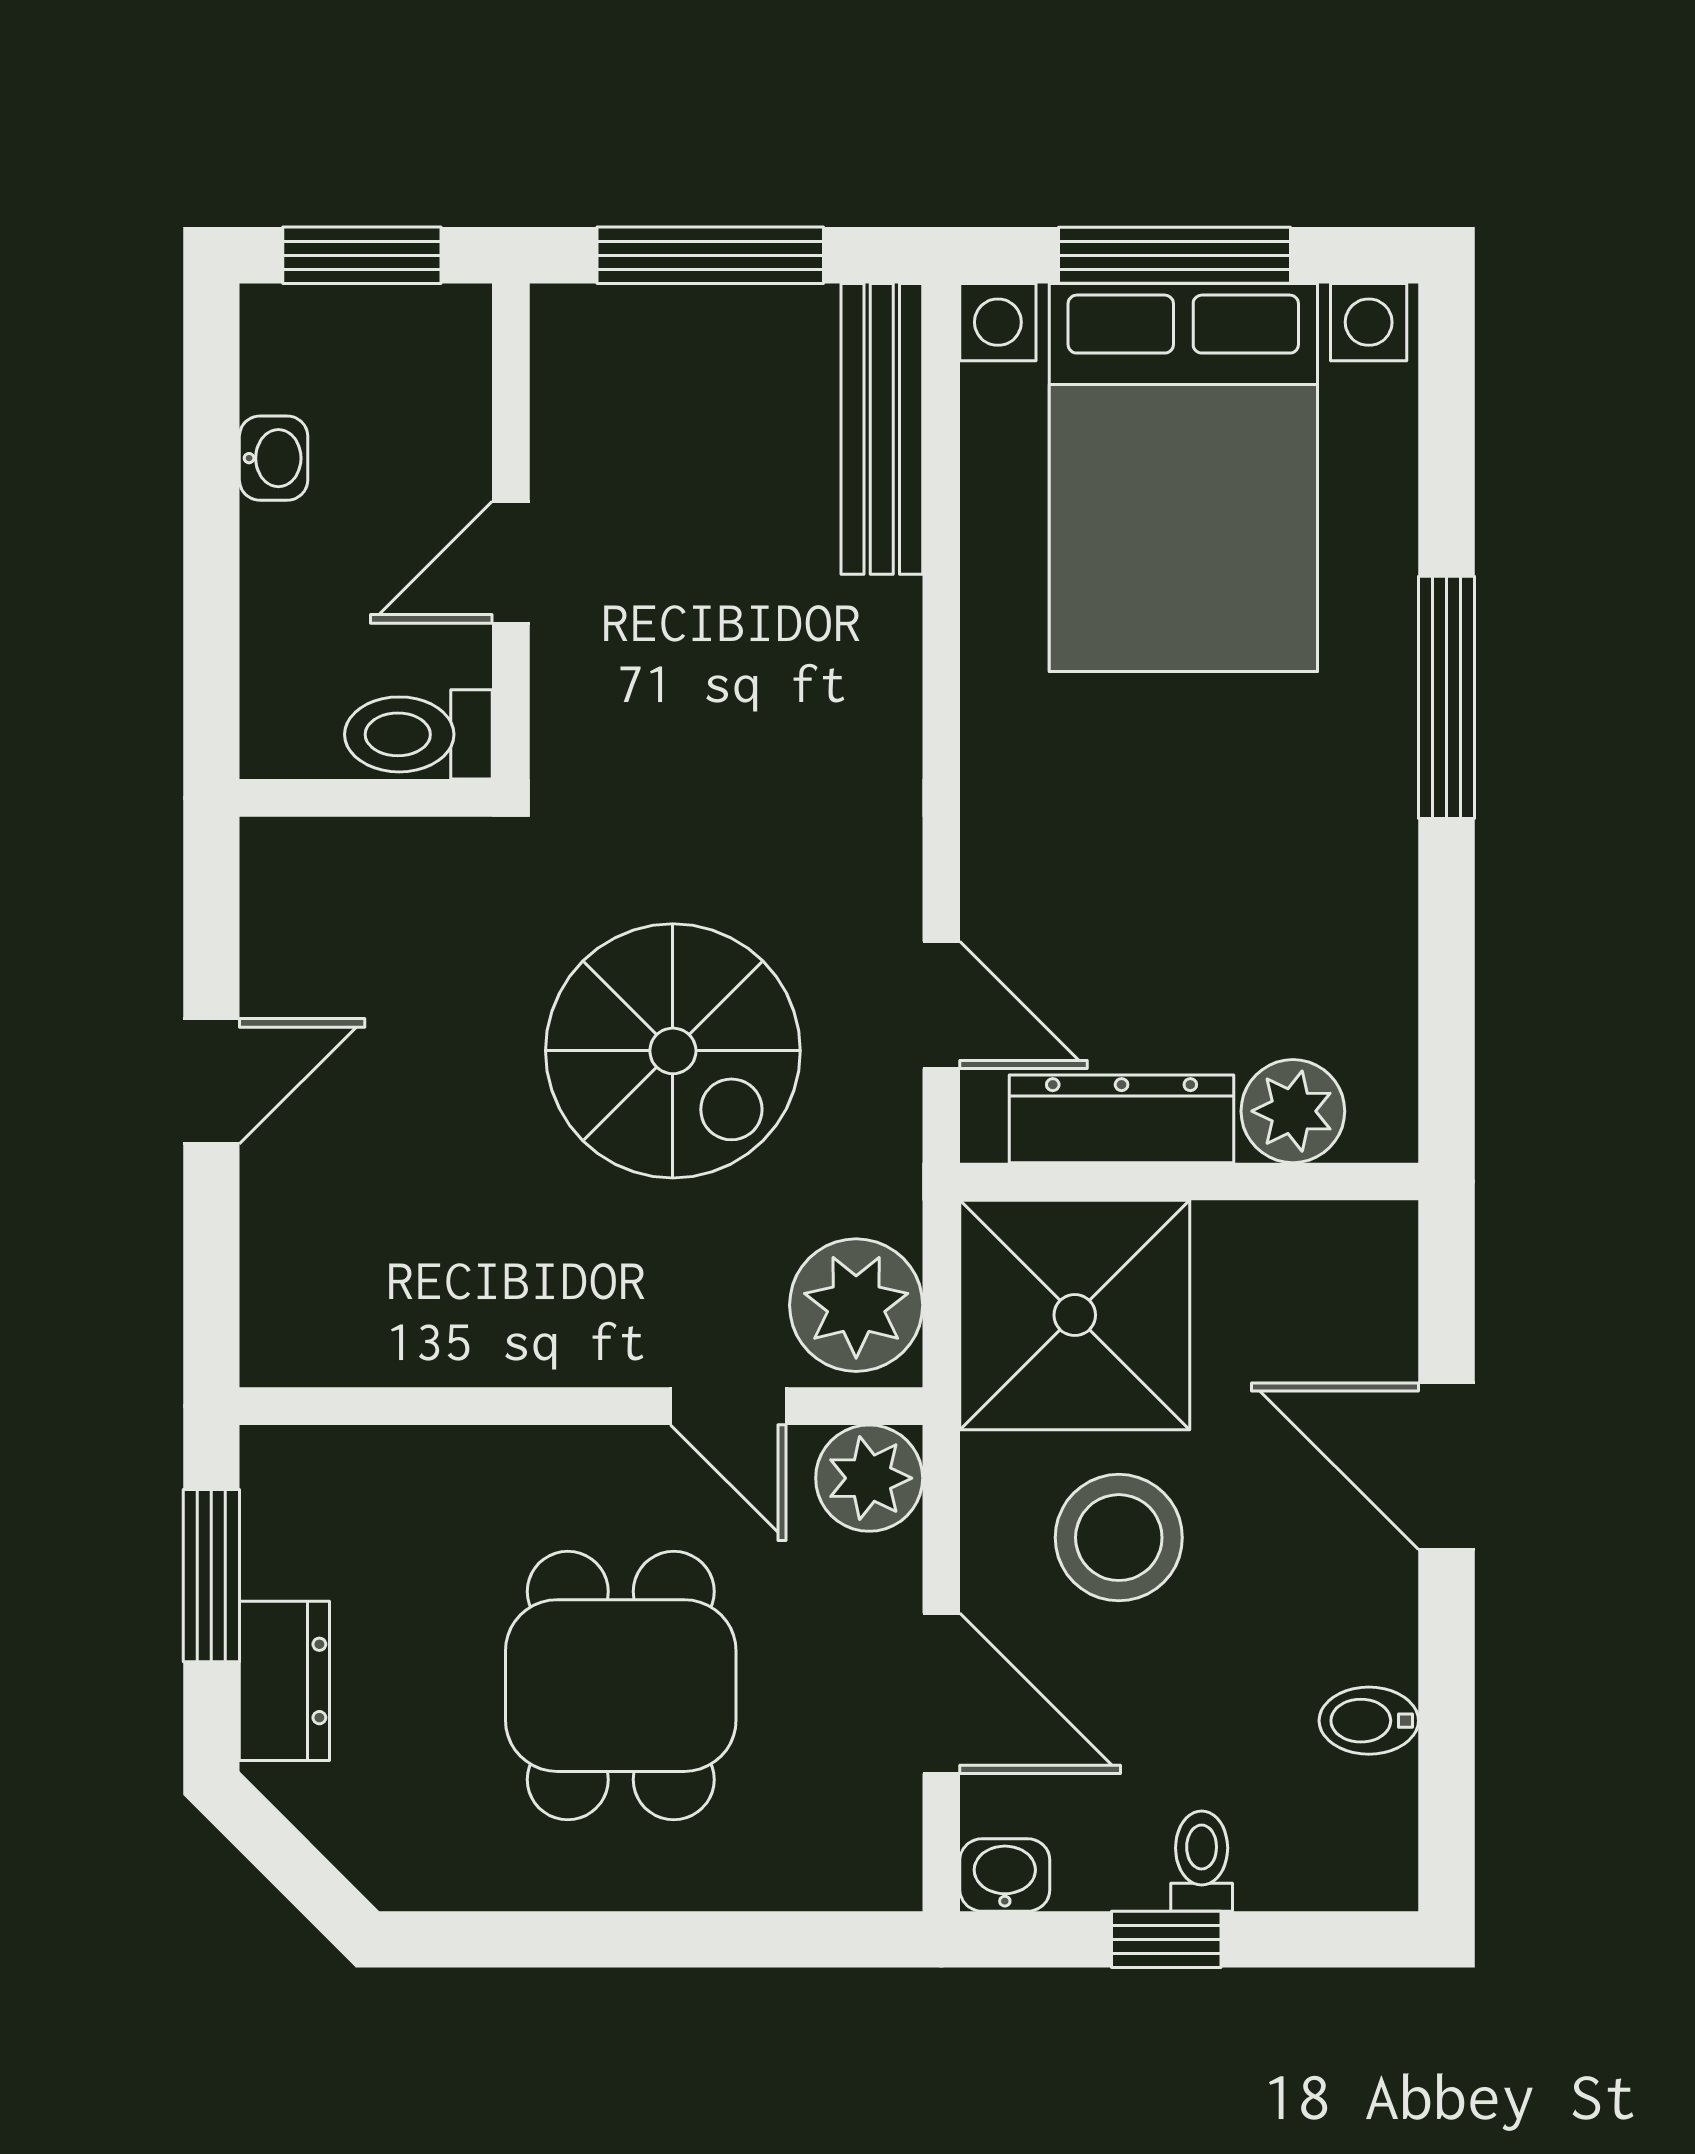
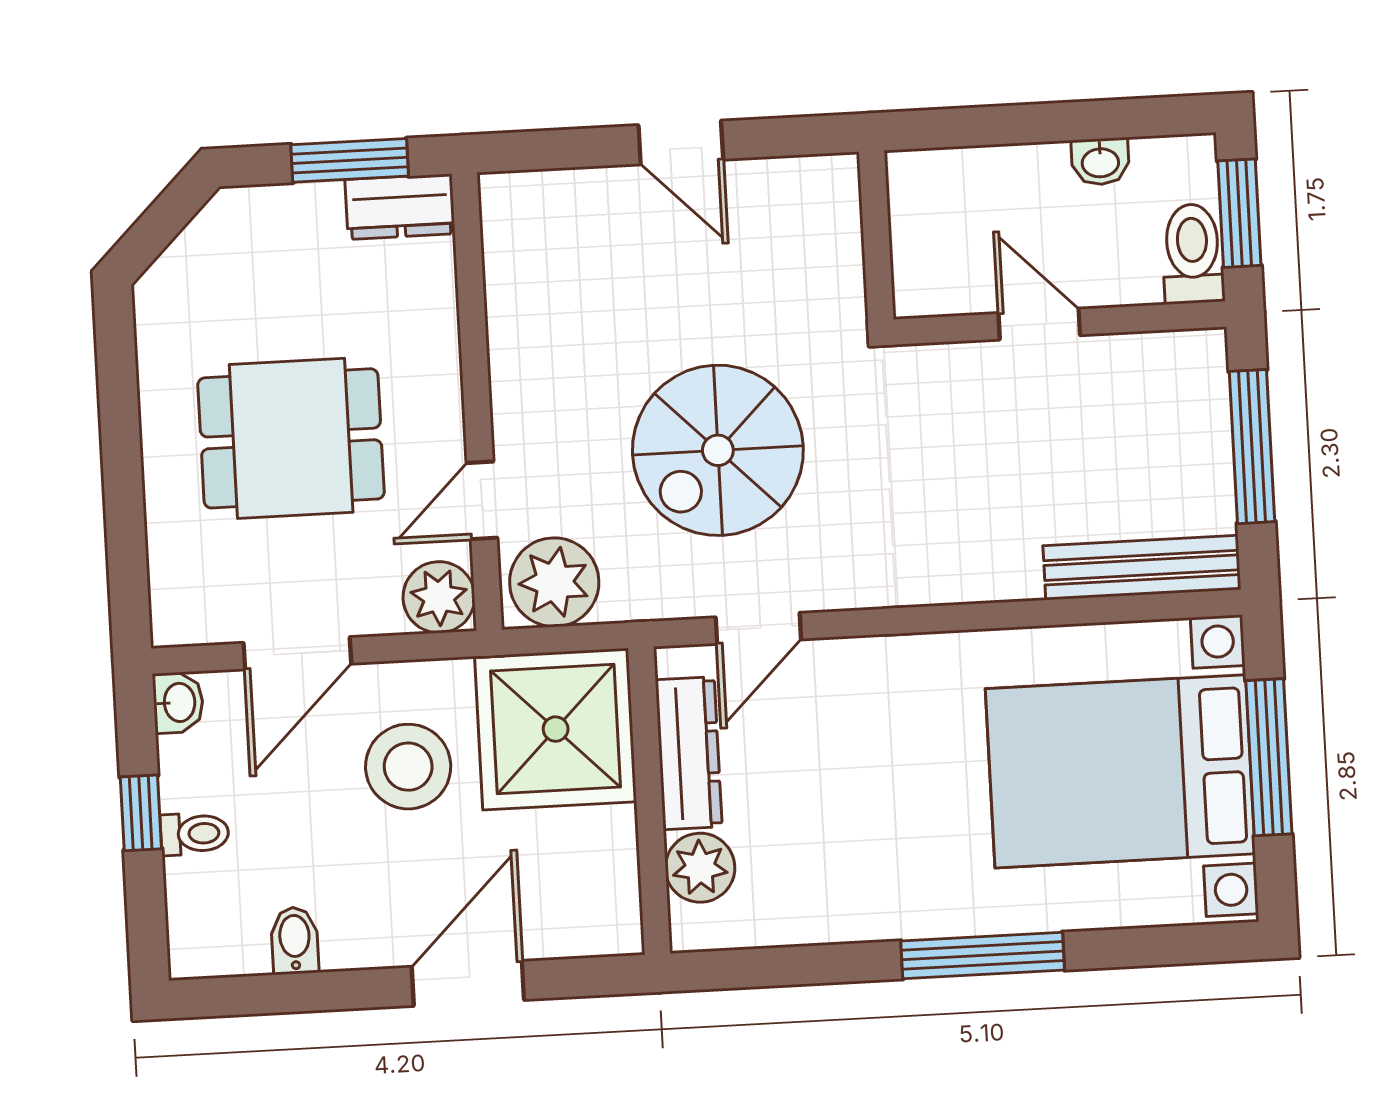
toilet: (418, 734) -> (1193, 254), moved
dresser: (284, 1681) -> (400, 207), moved

